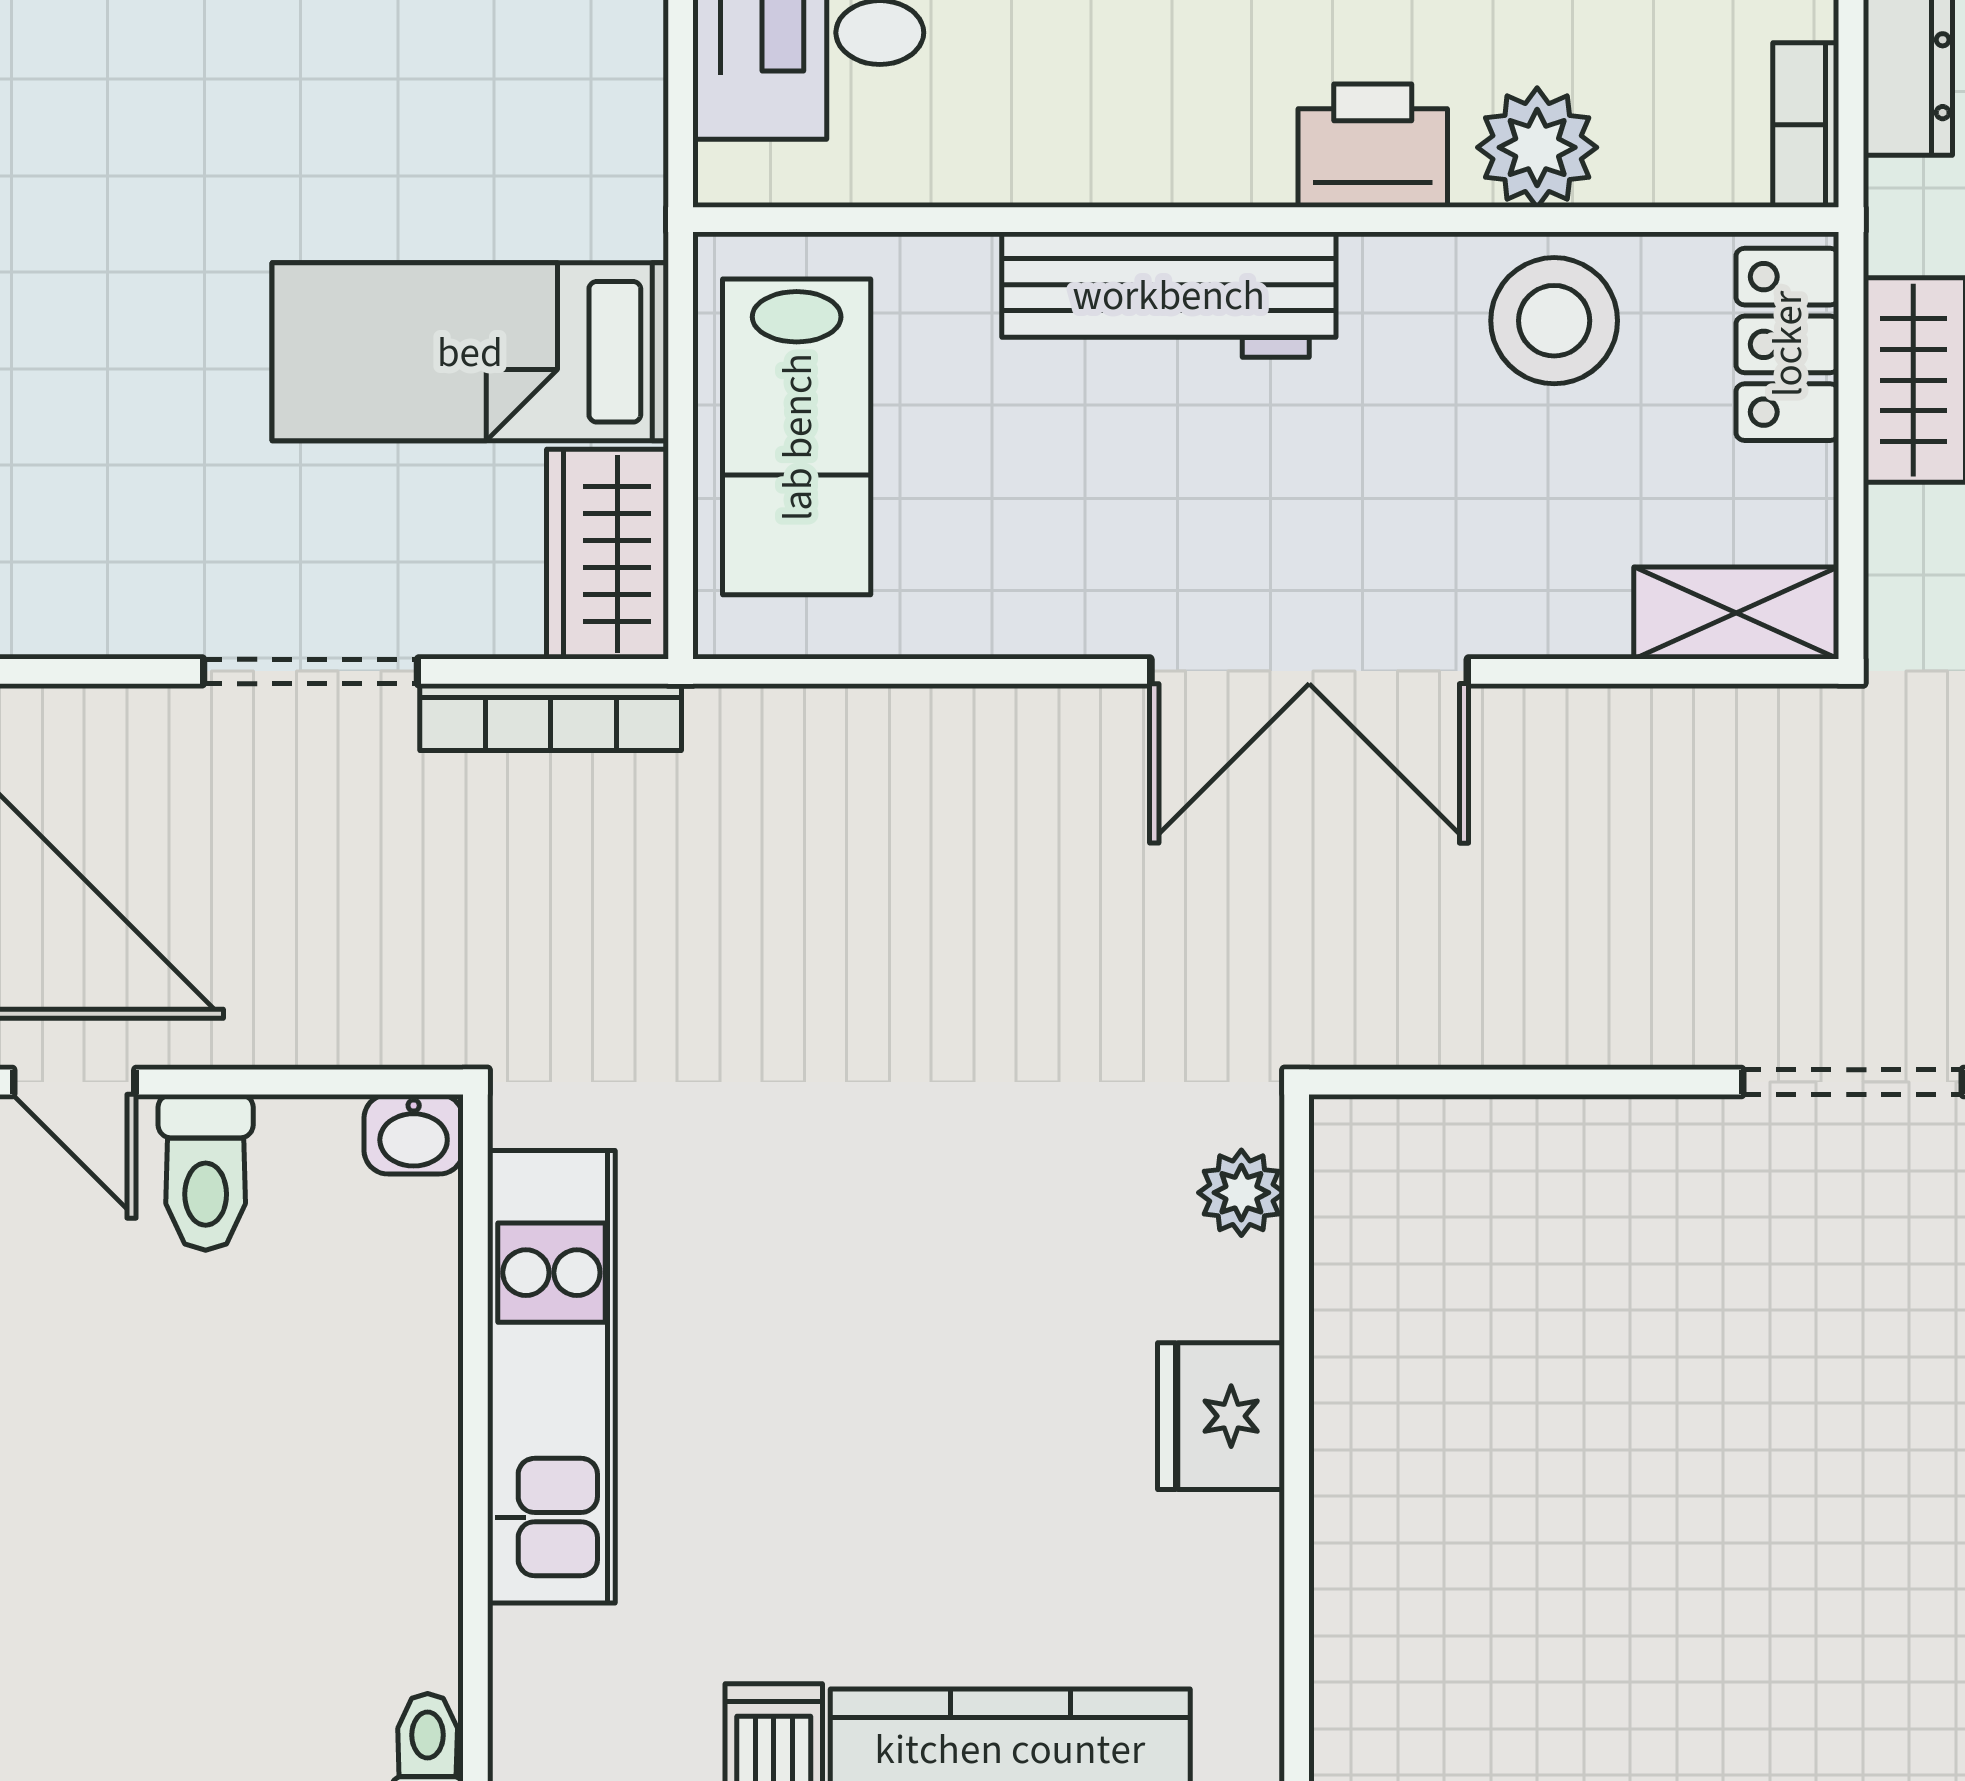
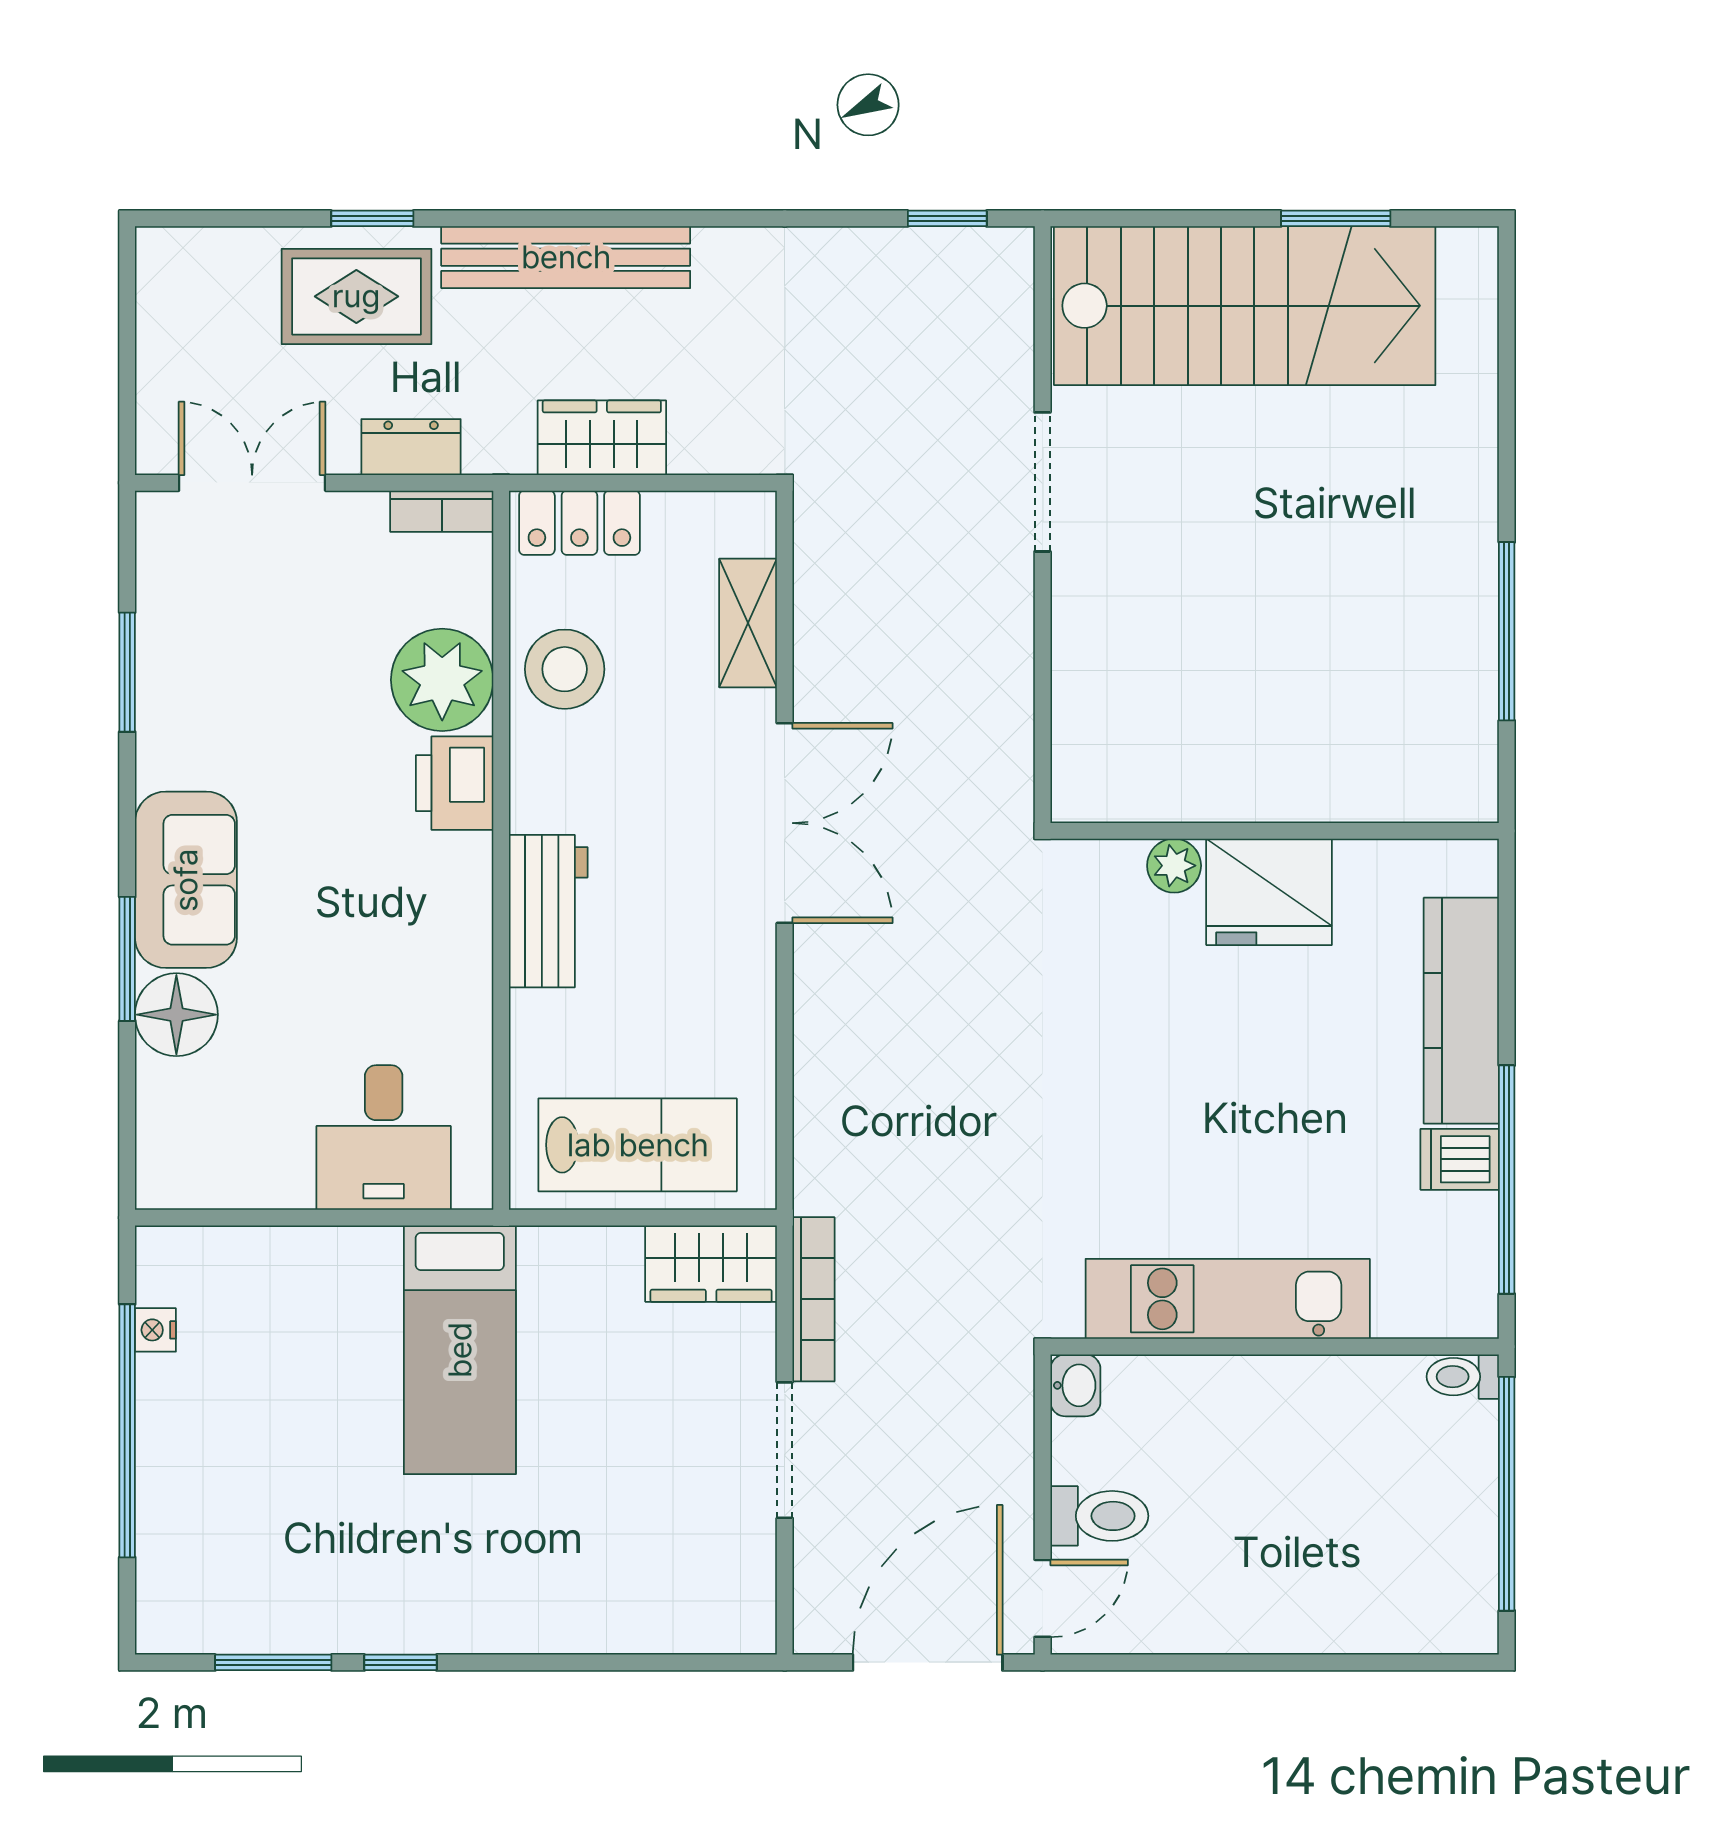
plant: (1537, 147) -> (442, 680), width x1.36, depth x1.36
workbench: (1169, 295) -> (548, 911), width x0.73
bed: (470, 352) -> (460, 1350), moved
shelving: (1736, 613) -> (748, 623), moved
plant: (1241, 1193) -> (1174, 866), moved
fridge: (1221, 1416) -> (1269, 892), width x1.36, depth x1.34

